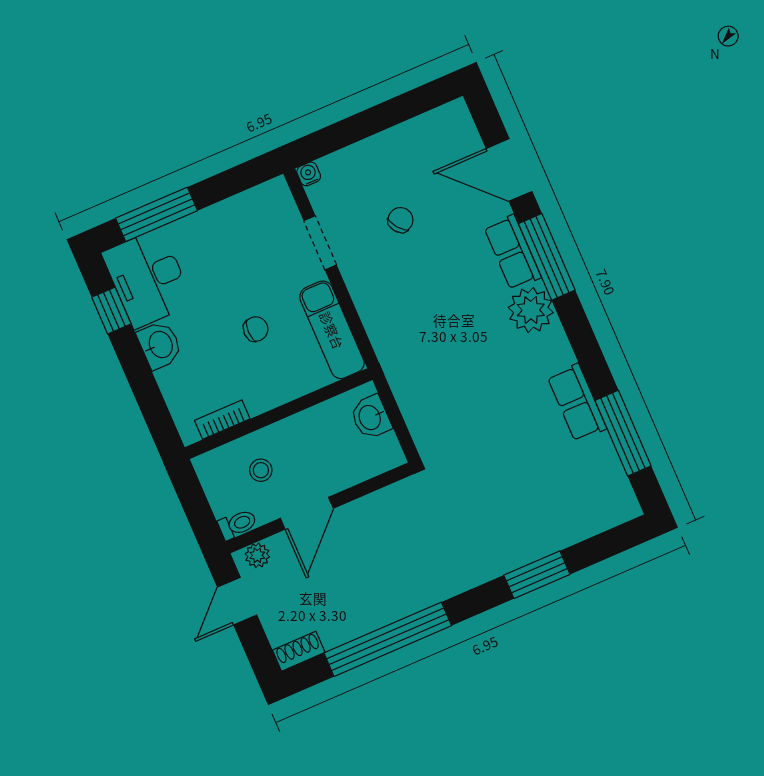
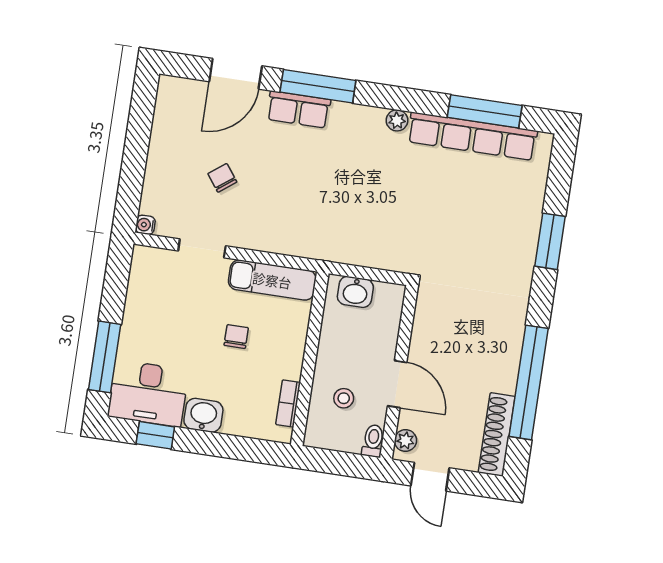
plant: (531, 310) -> (397, 120), moved, width x0.53, depth x0.53
row of seats: (577, 403) -> (472, 136), width x2.02
shoe rack: (299, 651) -> (497, 434), width x1.94, depth x1.24

